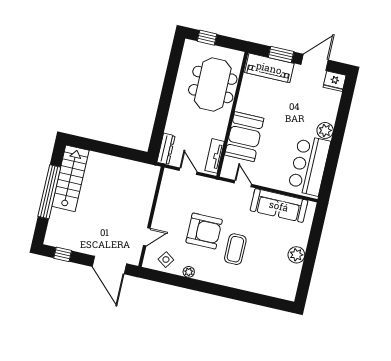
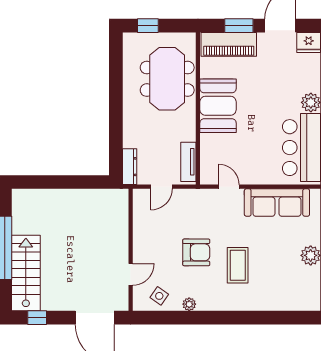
booth: (244, 137) -> (218, 106), moved
door: (188, 171) -> (162, 187), swing flipped
stairs: (70, 178) -> (26, 273), moved
armchair: (204, 231) -> (196, 252), width x0.73, depth x0.73

